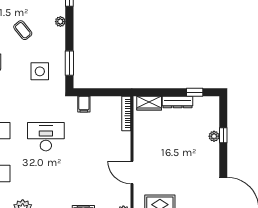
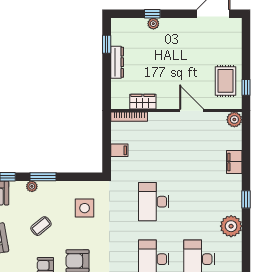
window: (69, 63) -> (43, 177), moved
wardrobe: (149, 103) -> (143, 102), moved, turned -90
filing cabinet: (84, 104) -> (119, 150), moved
door: (132, 172) -> (192, 111), swing flipped

